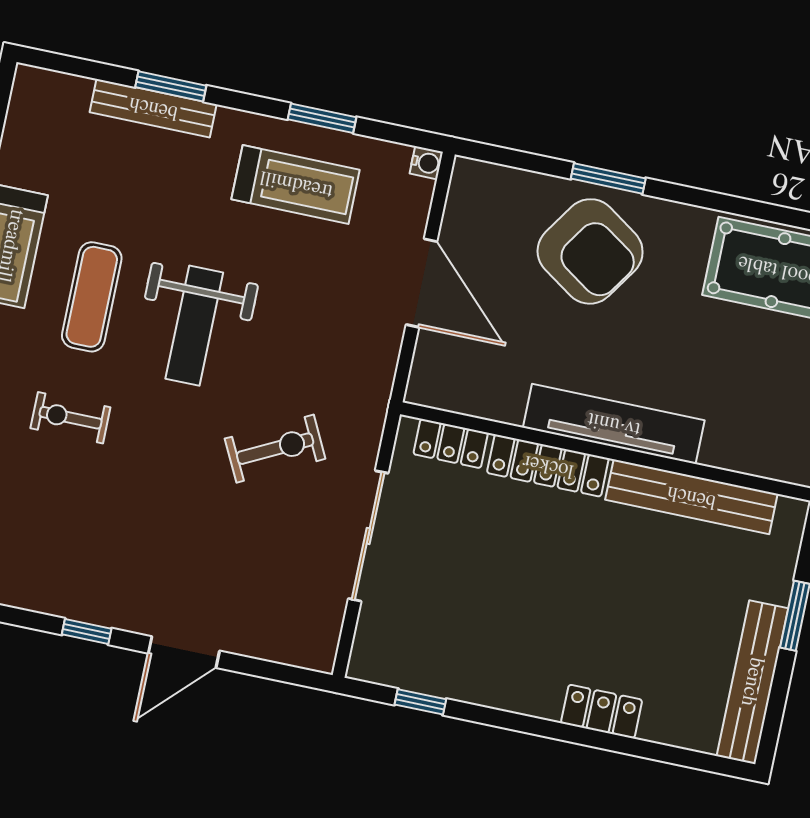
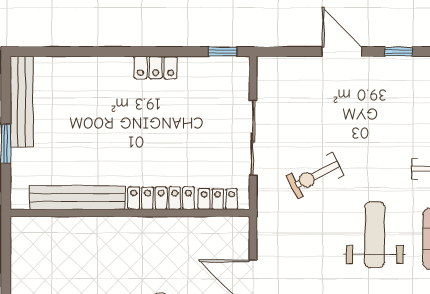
tv unit: (614, 424) -> (129, 229), removed
door: (184, 652) -> (342, 52), hinge flipped
window: (420, 702) -> (223, 52), moved
locker: (602, 711) -> (156, 67), moved

